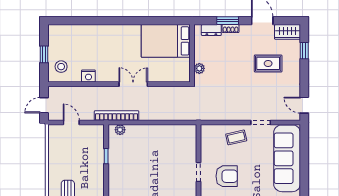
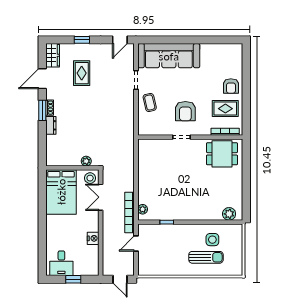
desk: (61, 41) -> (61, 263), added
bed: (166, 41) -> (61, 192), moved
window: (304, 51) -> (82, 40), moved
wall: (192, 53) -> (72, 168), moved
stool: (61, 67) -> (90, 178), moved
plant: (199, 68) -> (86, 161), moved
door: (71, 123) -> (136, 243), moved
armchair: (227, 176) -> (185, 111), turned 180

